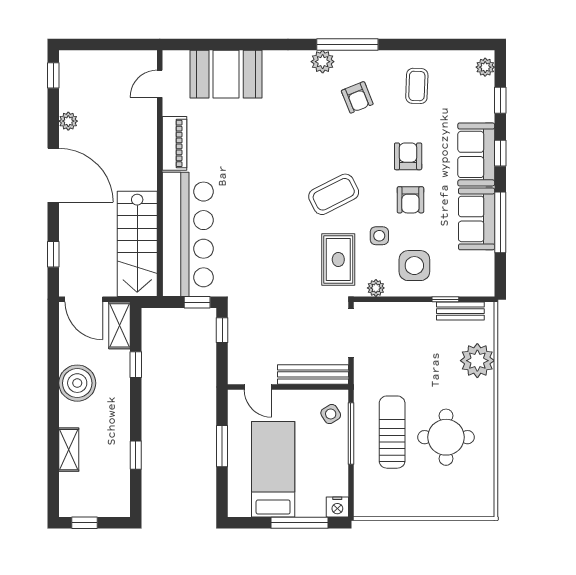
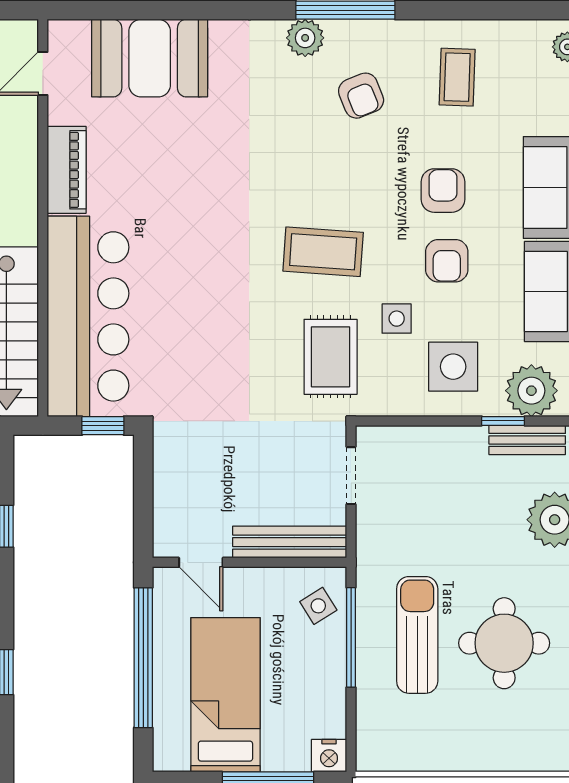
coffee table: (334, 194) -> (323, 252), turned 31
plant: (376, 288) -> (531, 391), moved, width x1.88, depth x1.88
window: (222, 330) -> (143, 471), removed
doorway: (351, 333) -> (351, 476), width x0.73
window: (222, 446) -> (143, 658), width x2.11

